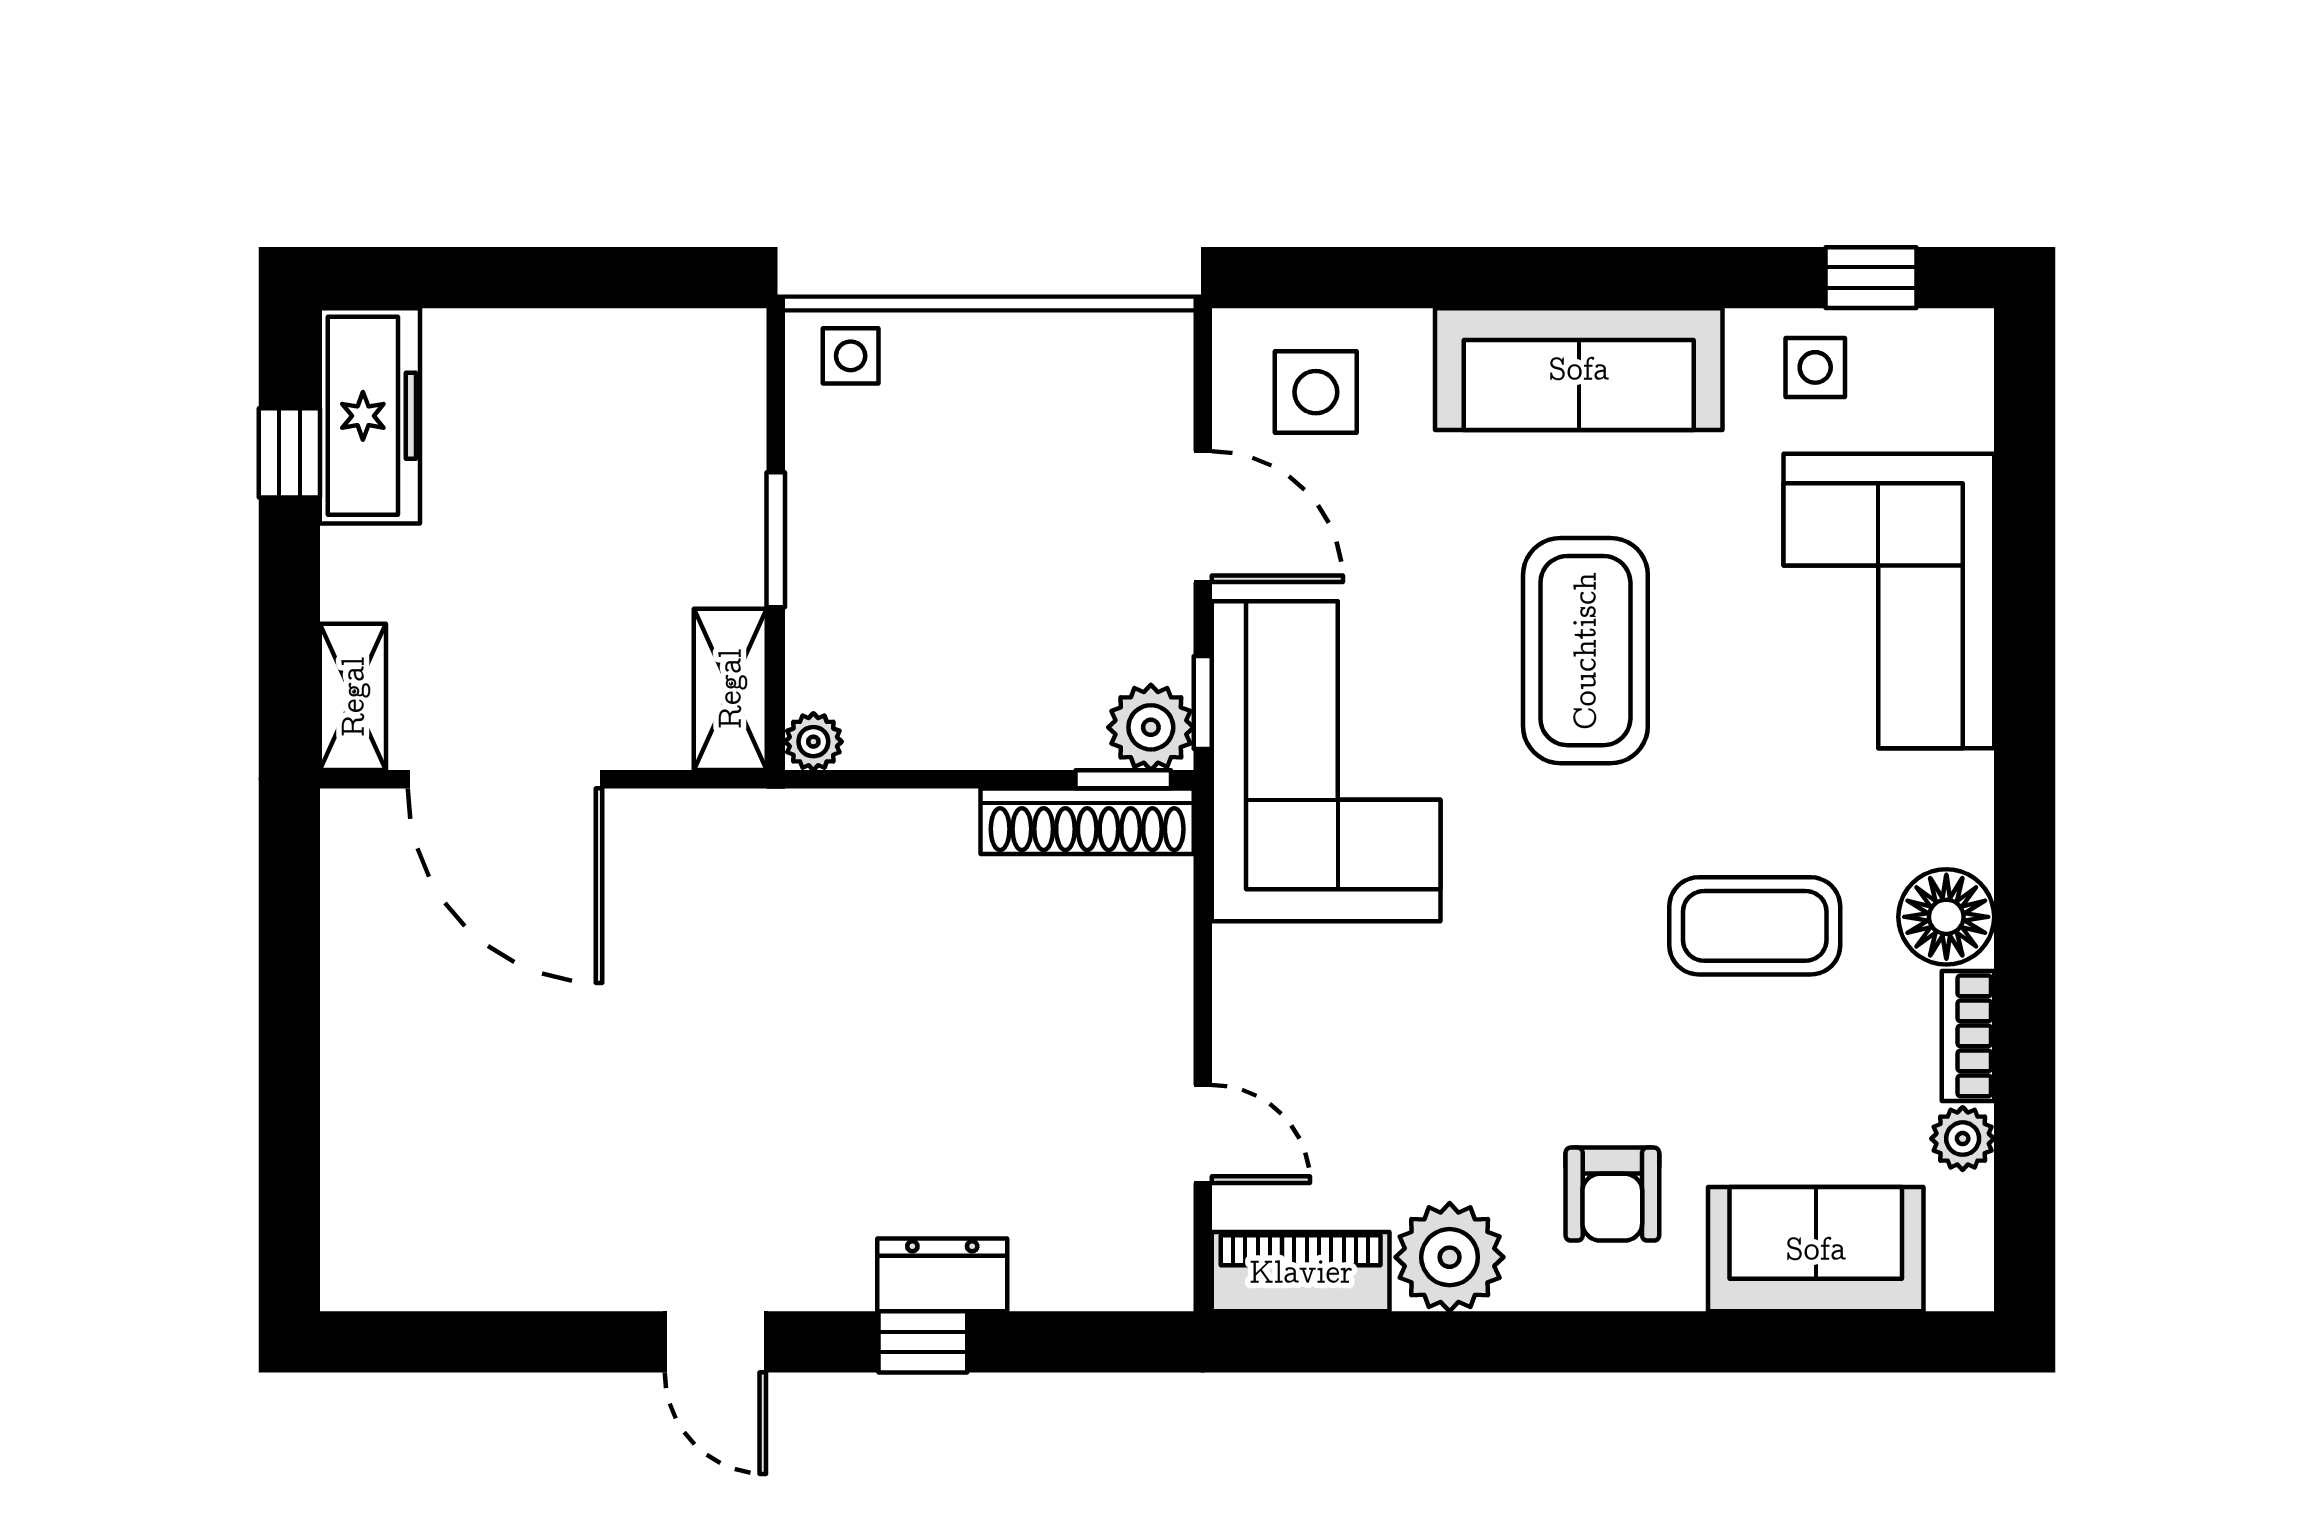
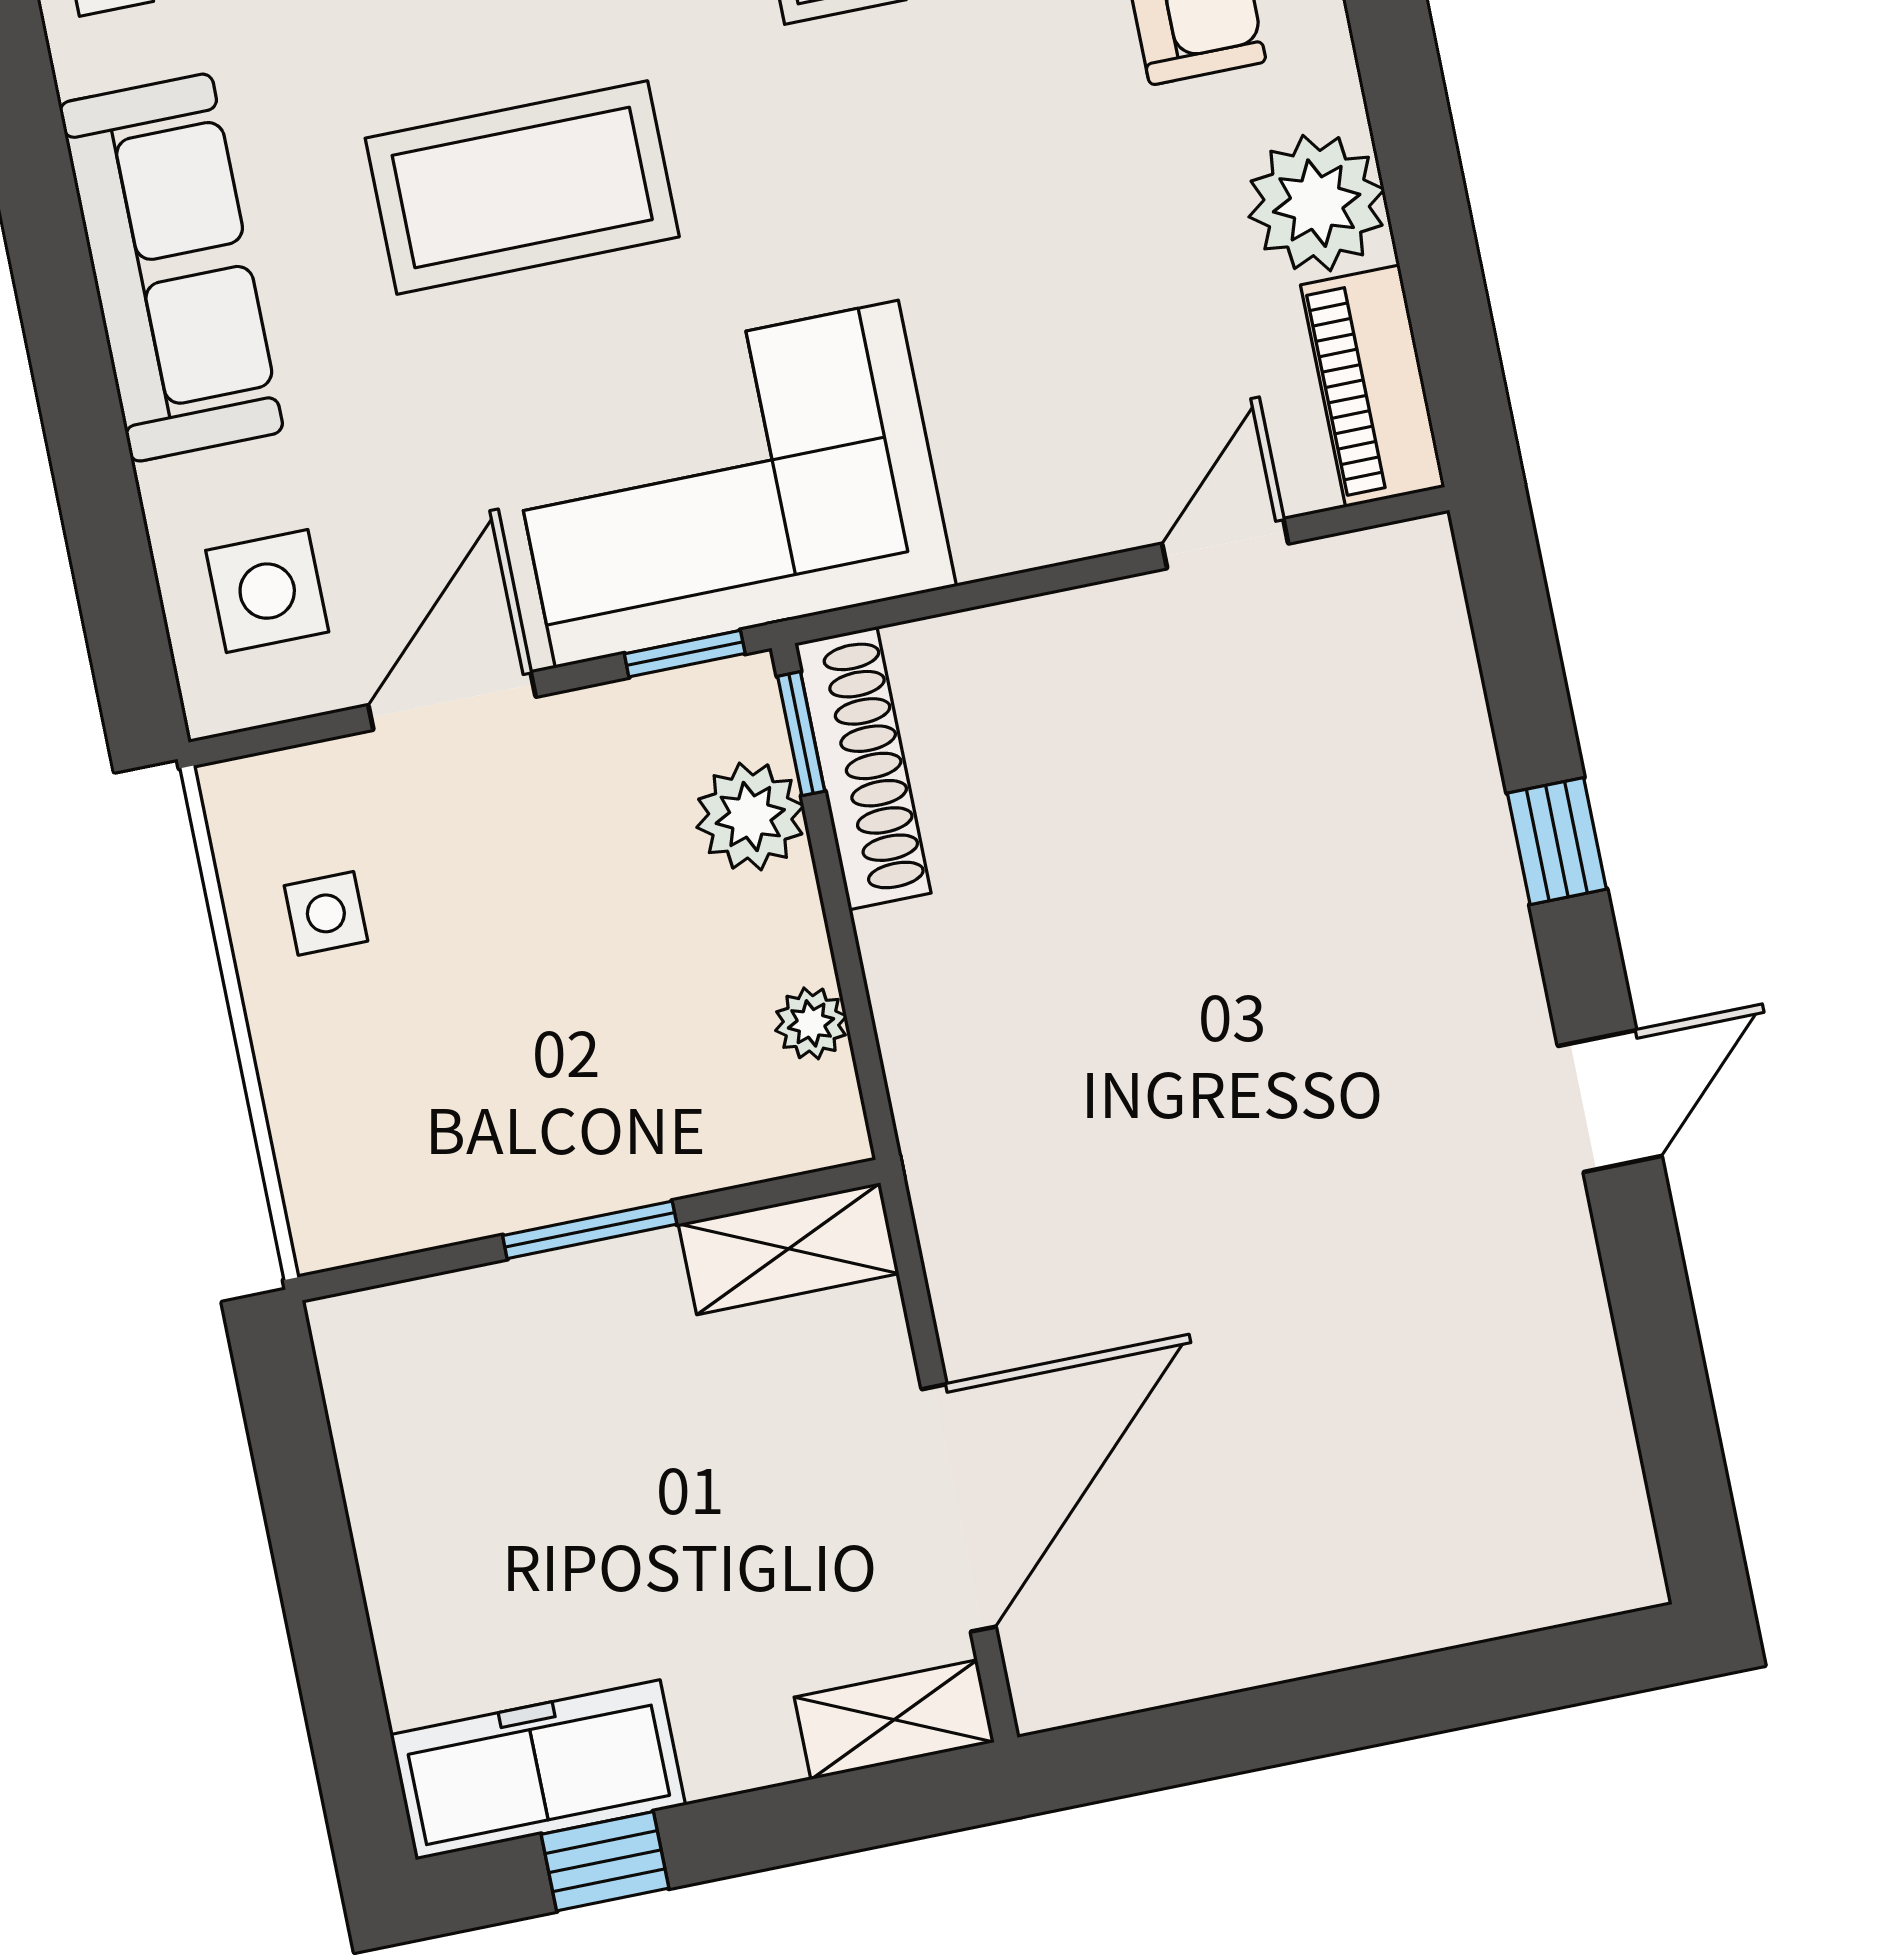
side table: (851, 356) -> (326, 913), moved
plant: (1151, 727) -> (750, 816), moved
plant: (813, 742) -> (811, 1023), moved
dresser: (942, 1275) -> (1468, 834), removed

